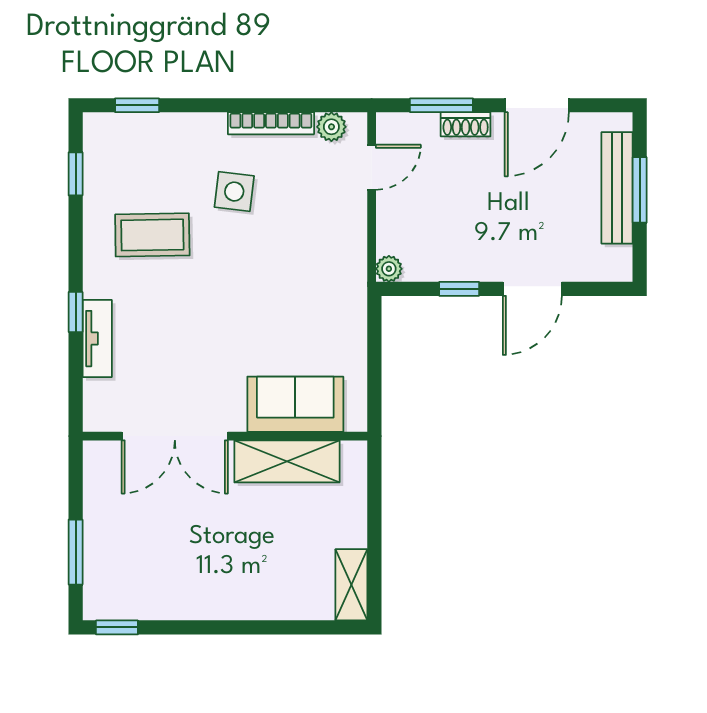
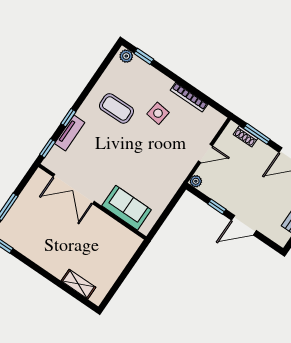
shoe rack: (466, 124) -> (245, 136), moved
plant: (331, 127) -> (126, 56), moved
door: (372, 167) -> (205, 153), moved
window: (76, 174) -> (47, 148), moved
shelving: (287, 461) -> (109, 227), removed
shelving: (351, 585) -> (78, 284), moved, turned 90

